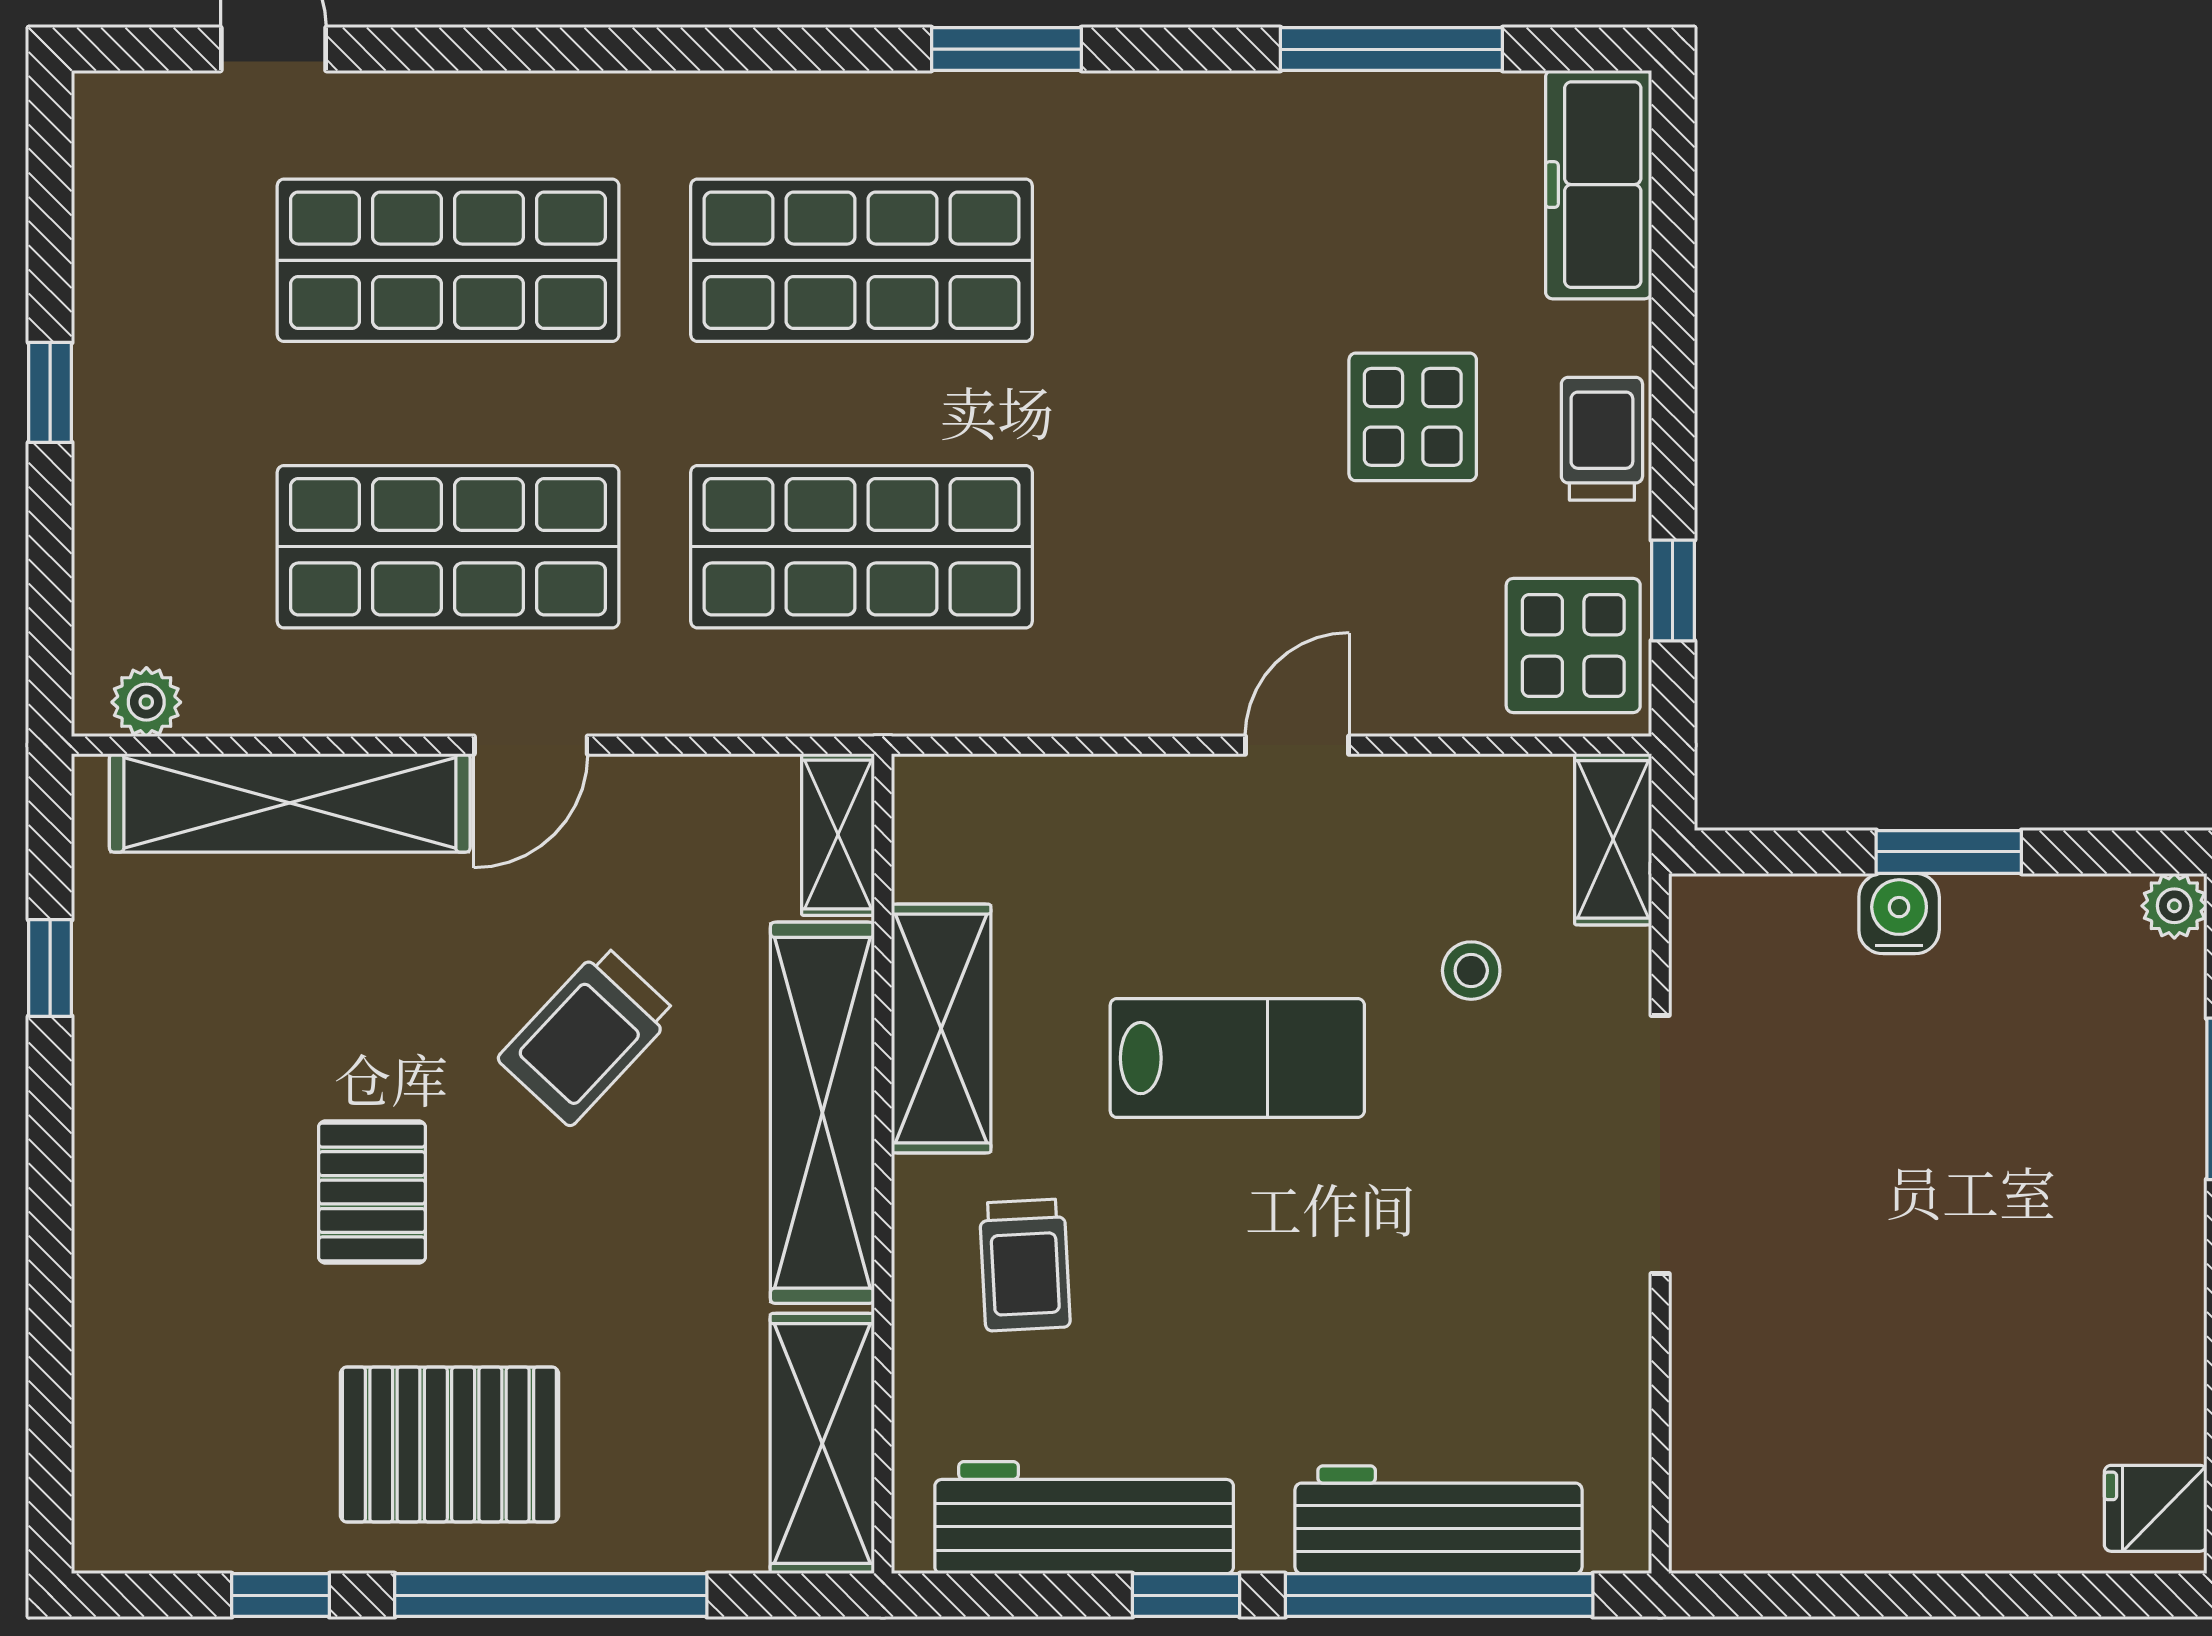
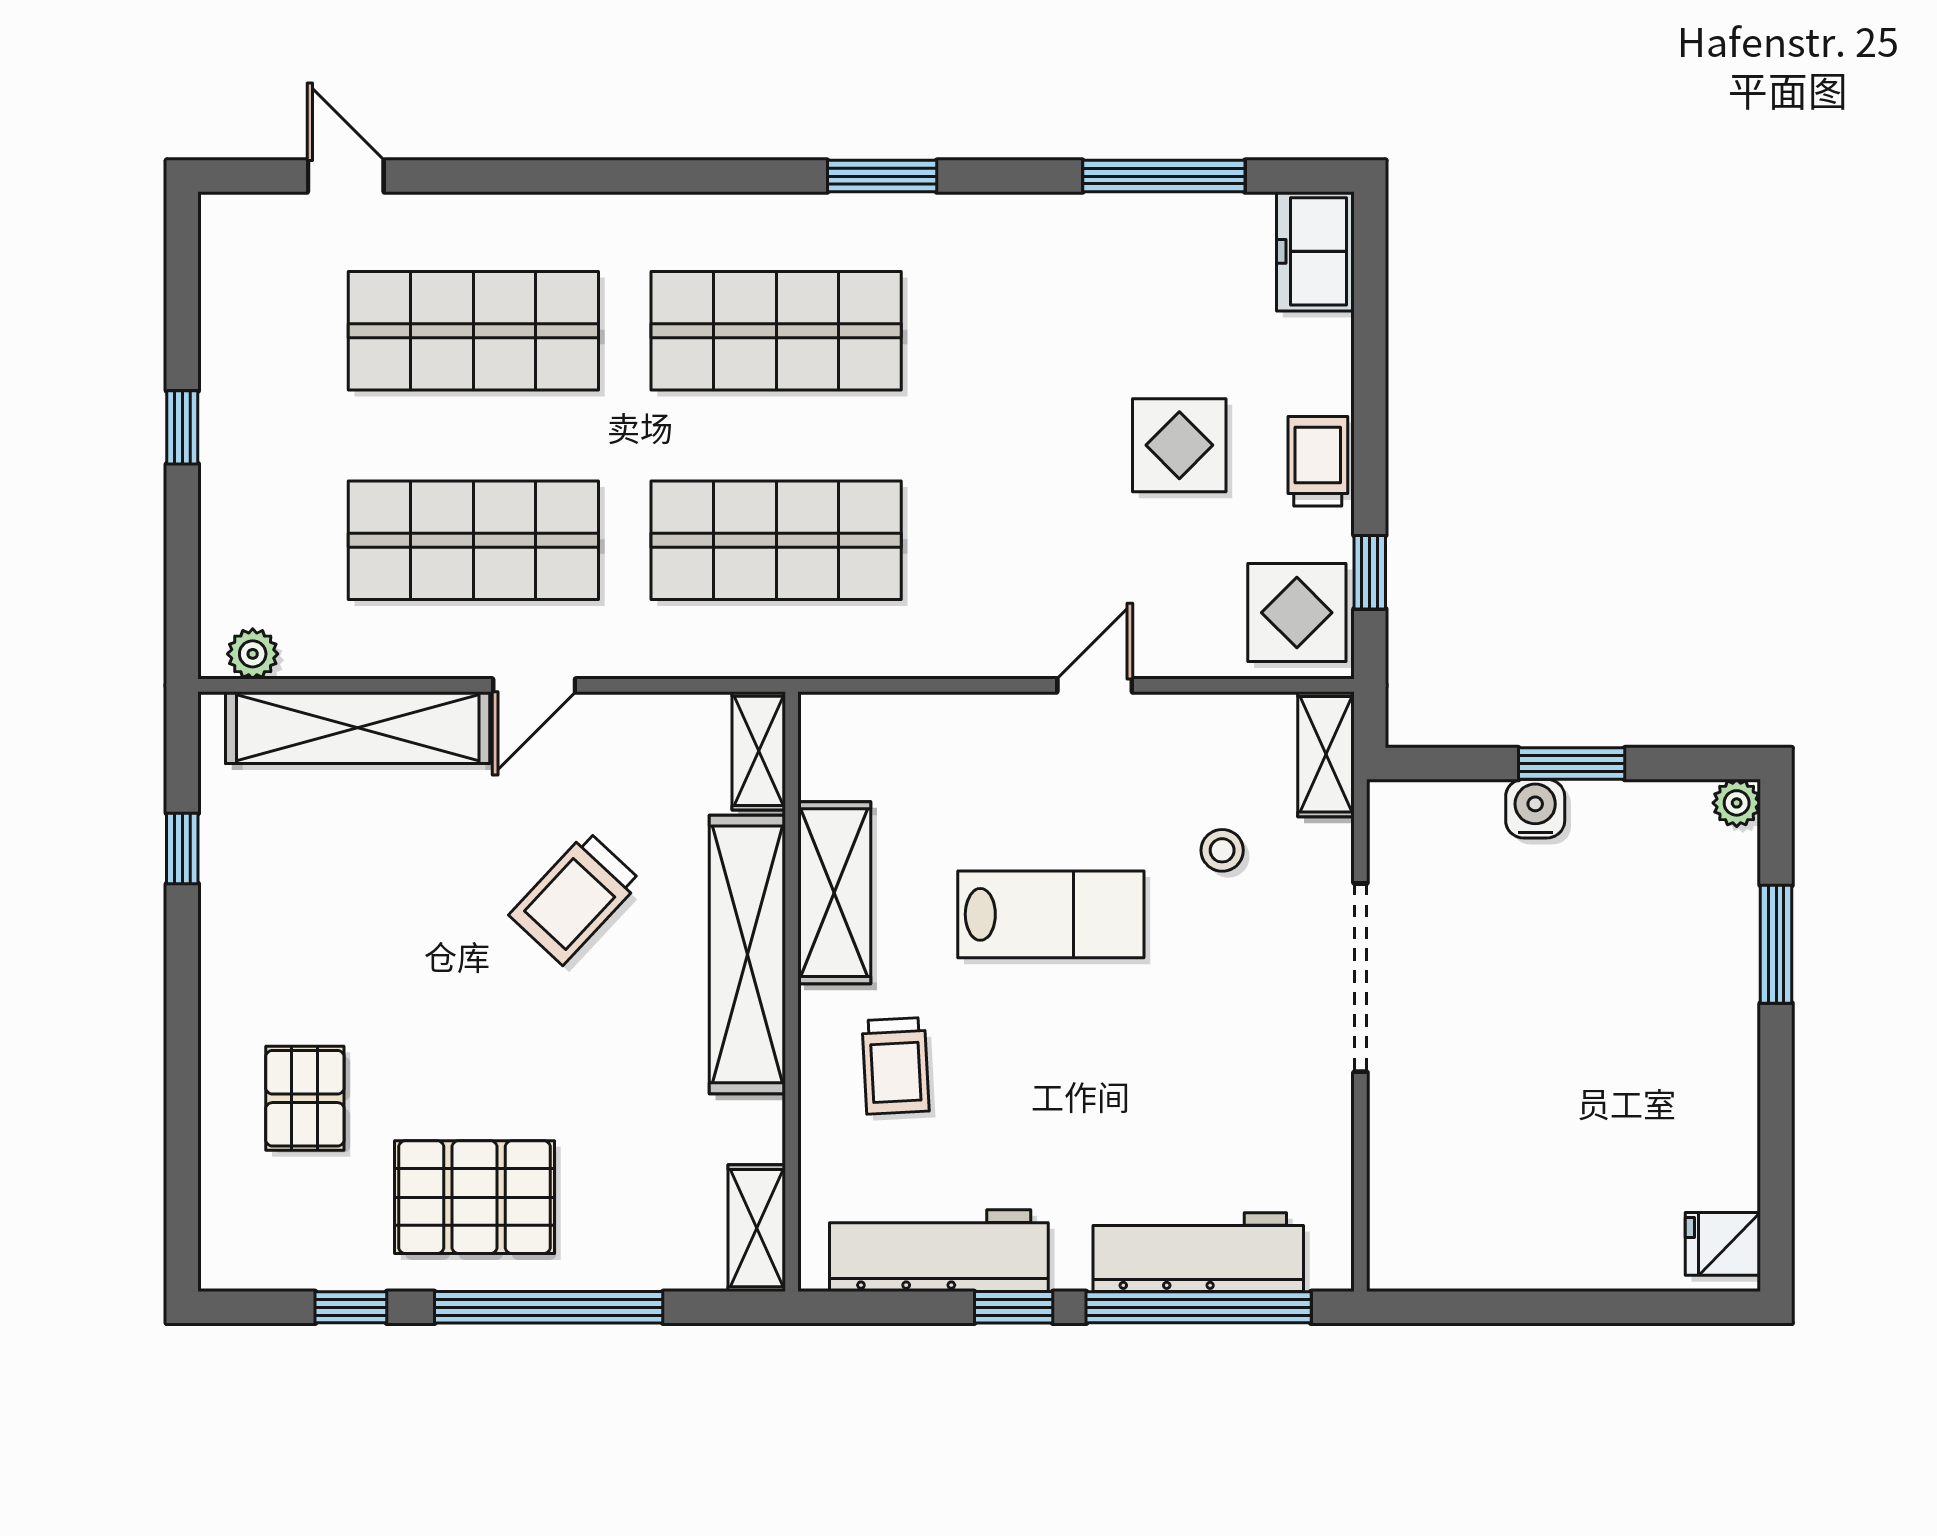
freezer: (1599, 185) -> (1315, 251), width x0.71
pallet: (372, 1192) -> (305, 1098), moved
shelving: (822, 1443) -> (757, 1228), width x0.67, depth x0.75

